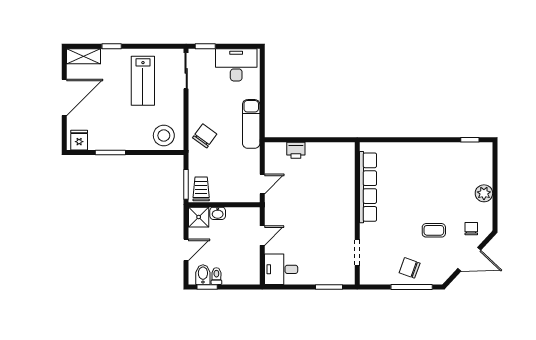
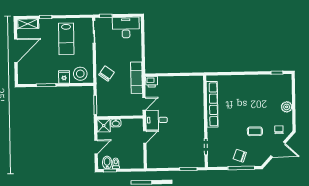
exam couch: (251, 124) -> (137, 78), moved
fridge: (79, 140) -> (64, 77), moved
printer: (296, 150) -> (152, 82), moved
trolley: (201, 189) -> (105, 108), removed
desk: (281, 269) -> (157, 120), moved

